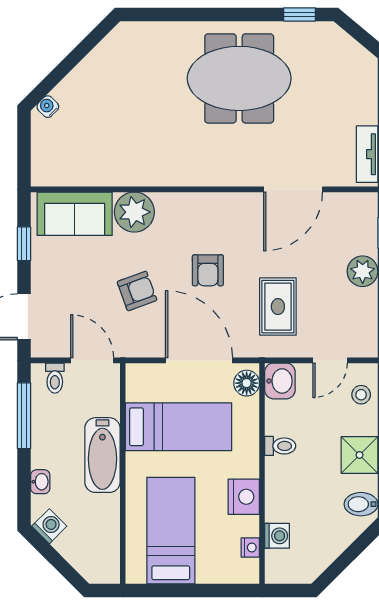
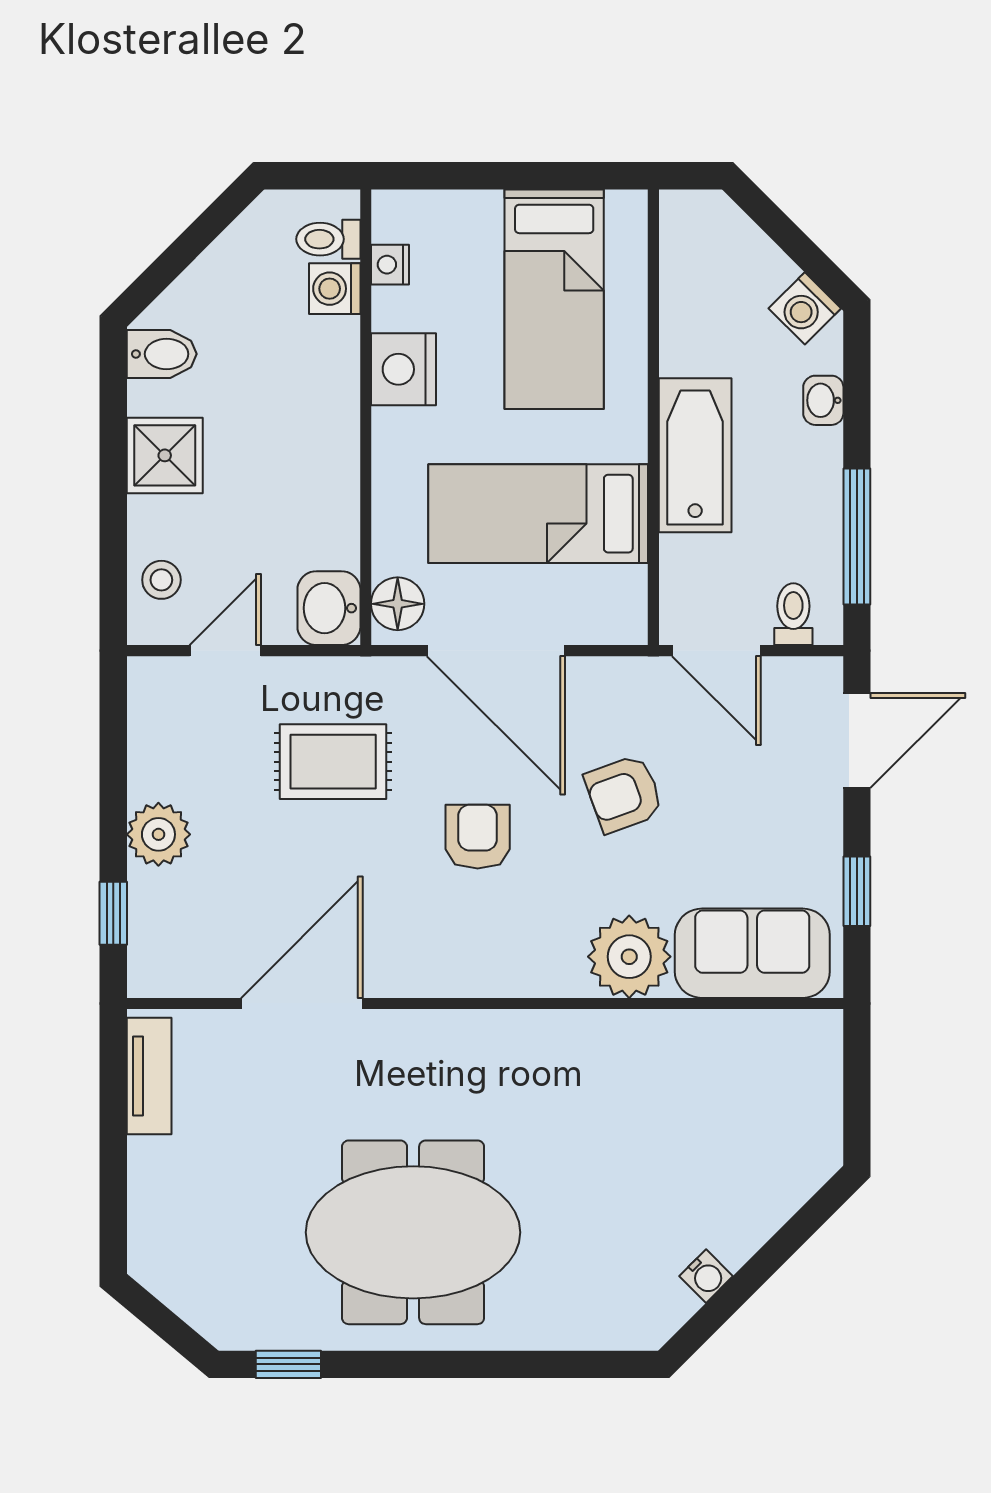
water cooler: (48, 107) -> (706, 1276), moved
rug: (278, 307) -> (333, 762), turned 90
toilet: (280, 446) -> (328, 239), moved

